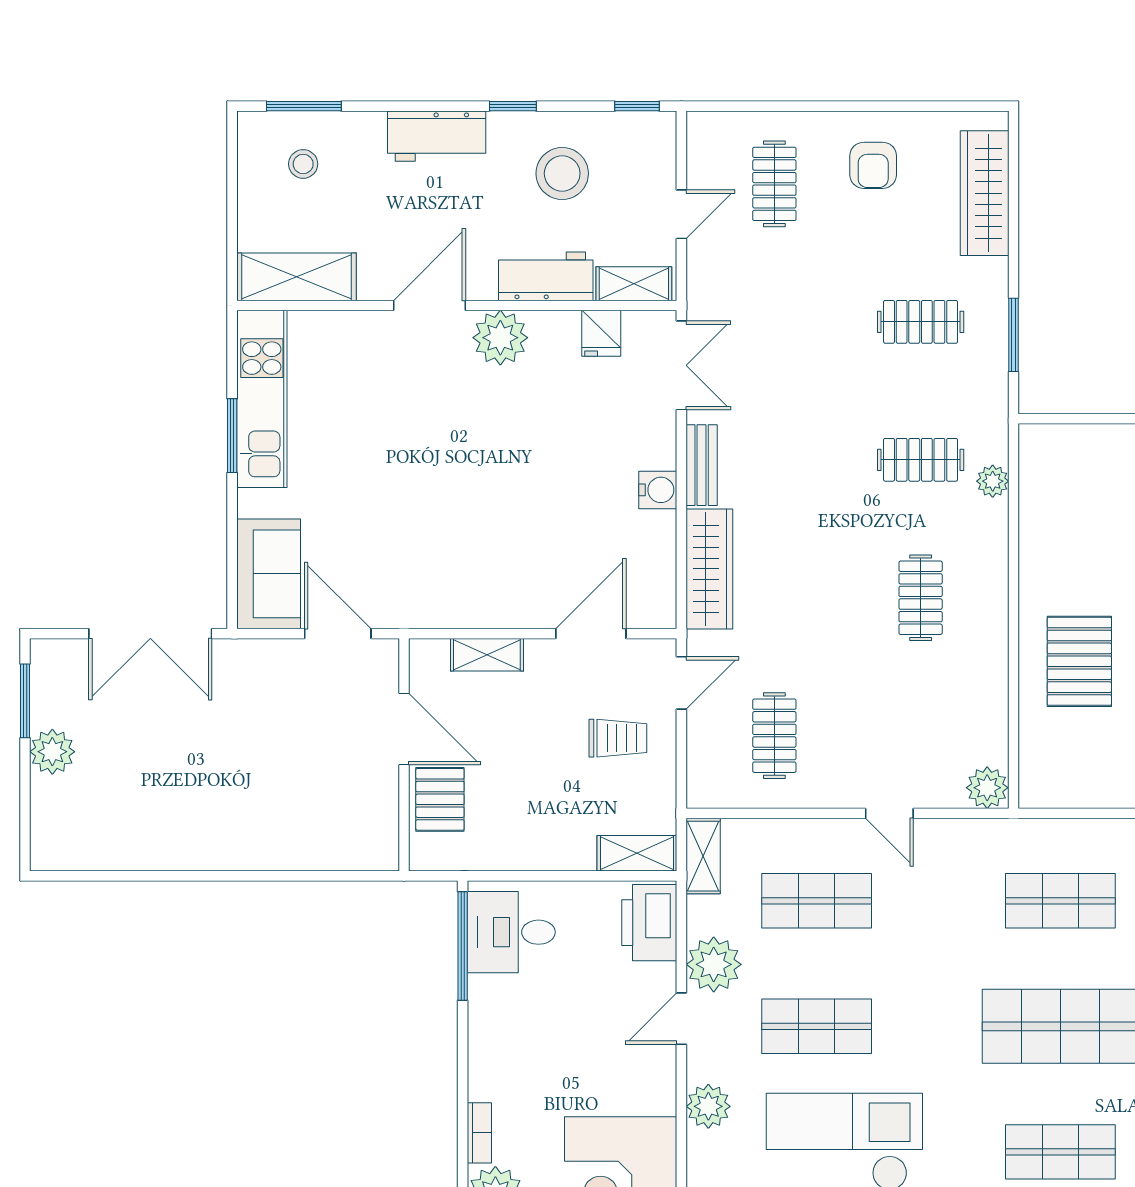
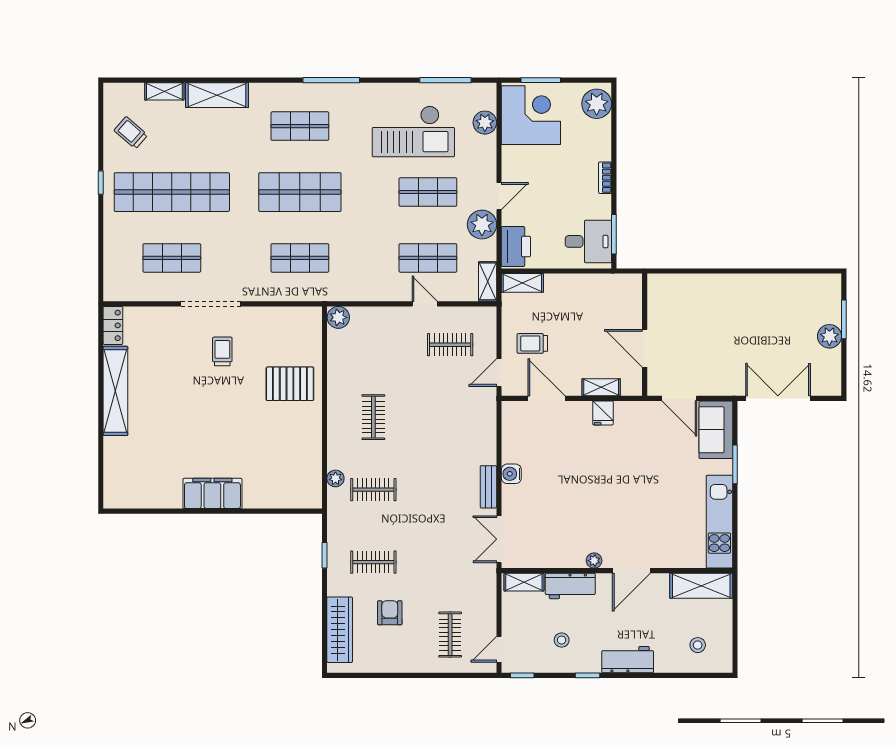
window: (304, 106) -> (697, 675), removed
armchair: (873, 165) -> (390, 613), moved
stool: (562, 173) -> (562, 640), width x0.53, depth x0.53
door: (681, 214) -> (499, 649), moved
fridge: (601, 333) -> (603, 413), moved, turned 180
window: (1014, 335) -> (324, 555), width x0.67
plant: (500, 338) -> (594, 561), width x0.53, depth x0.53
window: (232, 436) -> (735, 464), moved
wardrobe: (709, 569) -> (484, 432), removed
door: (591, 634) -> (546, 398), swing flipped
pallet: (1079, 661) -> (290, 384), turned 90
window: (25, 701) -> (844, 319), moved
clothes rail: (774, 736) -> (450, 345), turned 90
pallet: (440, 799) -> (626, 311), removed
door: (889, 813) -> (425, 304), moved
window: (463, 946) -> (614, 234), width x0.69
plant: (708, 1106) -> (485, 123), moved
bookcase: (479, 1133) -> (605, 178), moved

